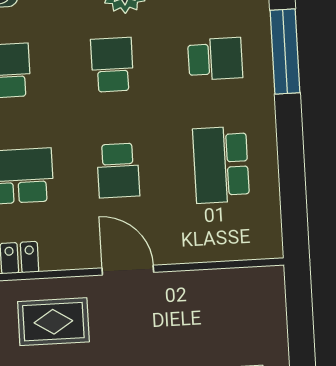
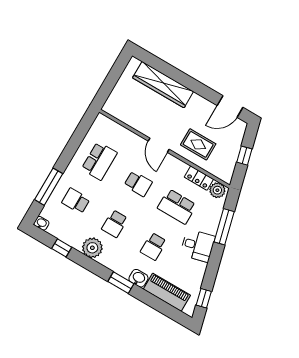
school desk: (118, 171) -> (138, 184), turned 90

